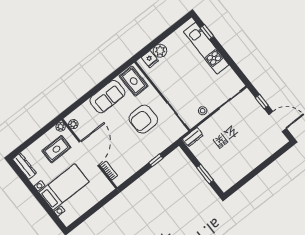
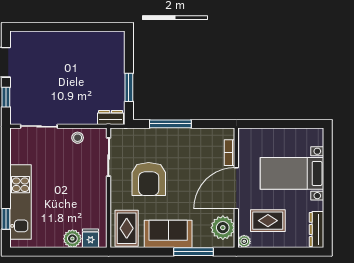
window: (85, 98) -> (193, 252), added
armchair: (143, 119) -> (149, 179), turned 90
plant: (73, 124) -> (223, 228), width x1.88, depth x1.88
window: (156, 160) -> (170, 124), width x2.17
window: (205, 174) -> (129, 87), moved

